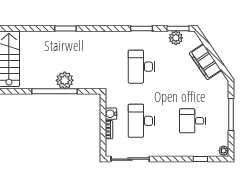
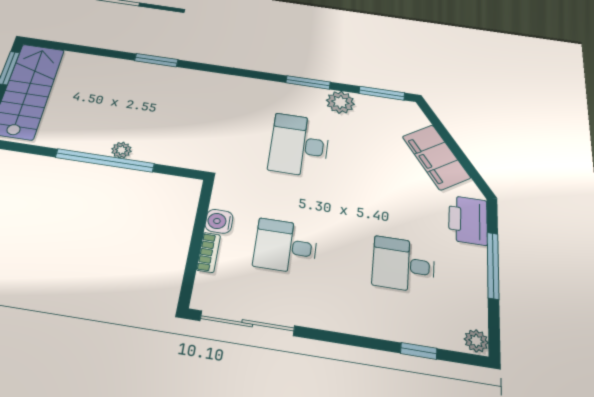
plant: (176, 38) -> (340, 102), moved
plant: (65, 80) -> (121, 150), width x0.53, depth x0.53
printer: (220, 94) -> (468, 220), added
desk: (141, 121) -> (286, 246), width x0.73

